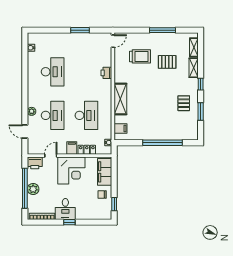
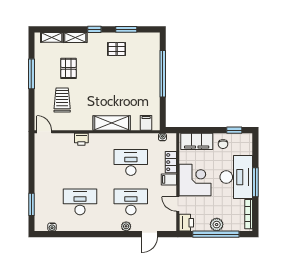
window: (80, 30) -> (31, 204), moved
desk: (65, 209) -> (236, 177), width x1.87, depth x1.30
window: (69, 222) -> (255, 182), width x2.17

